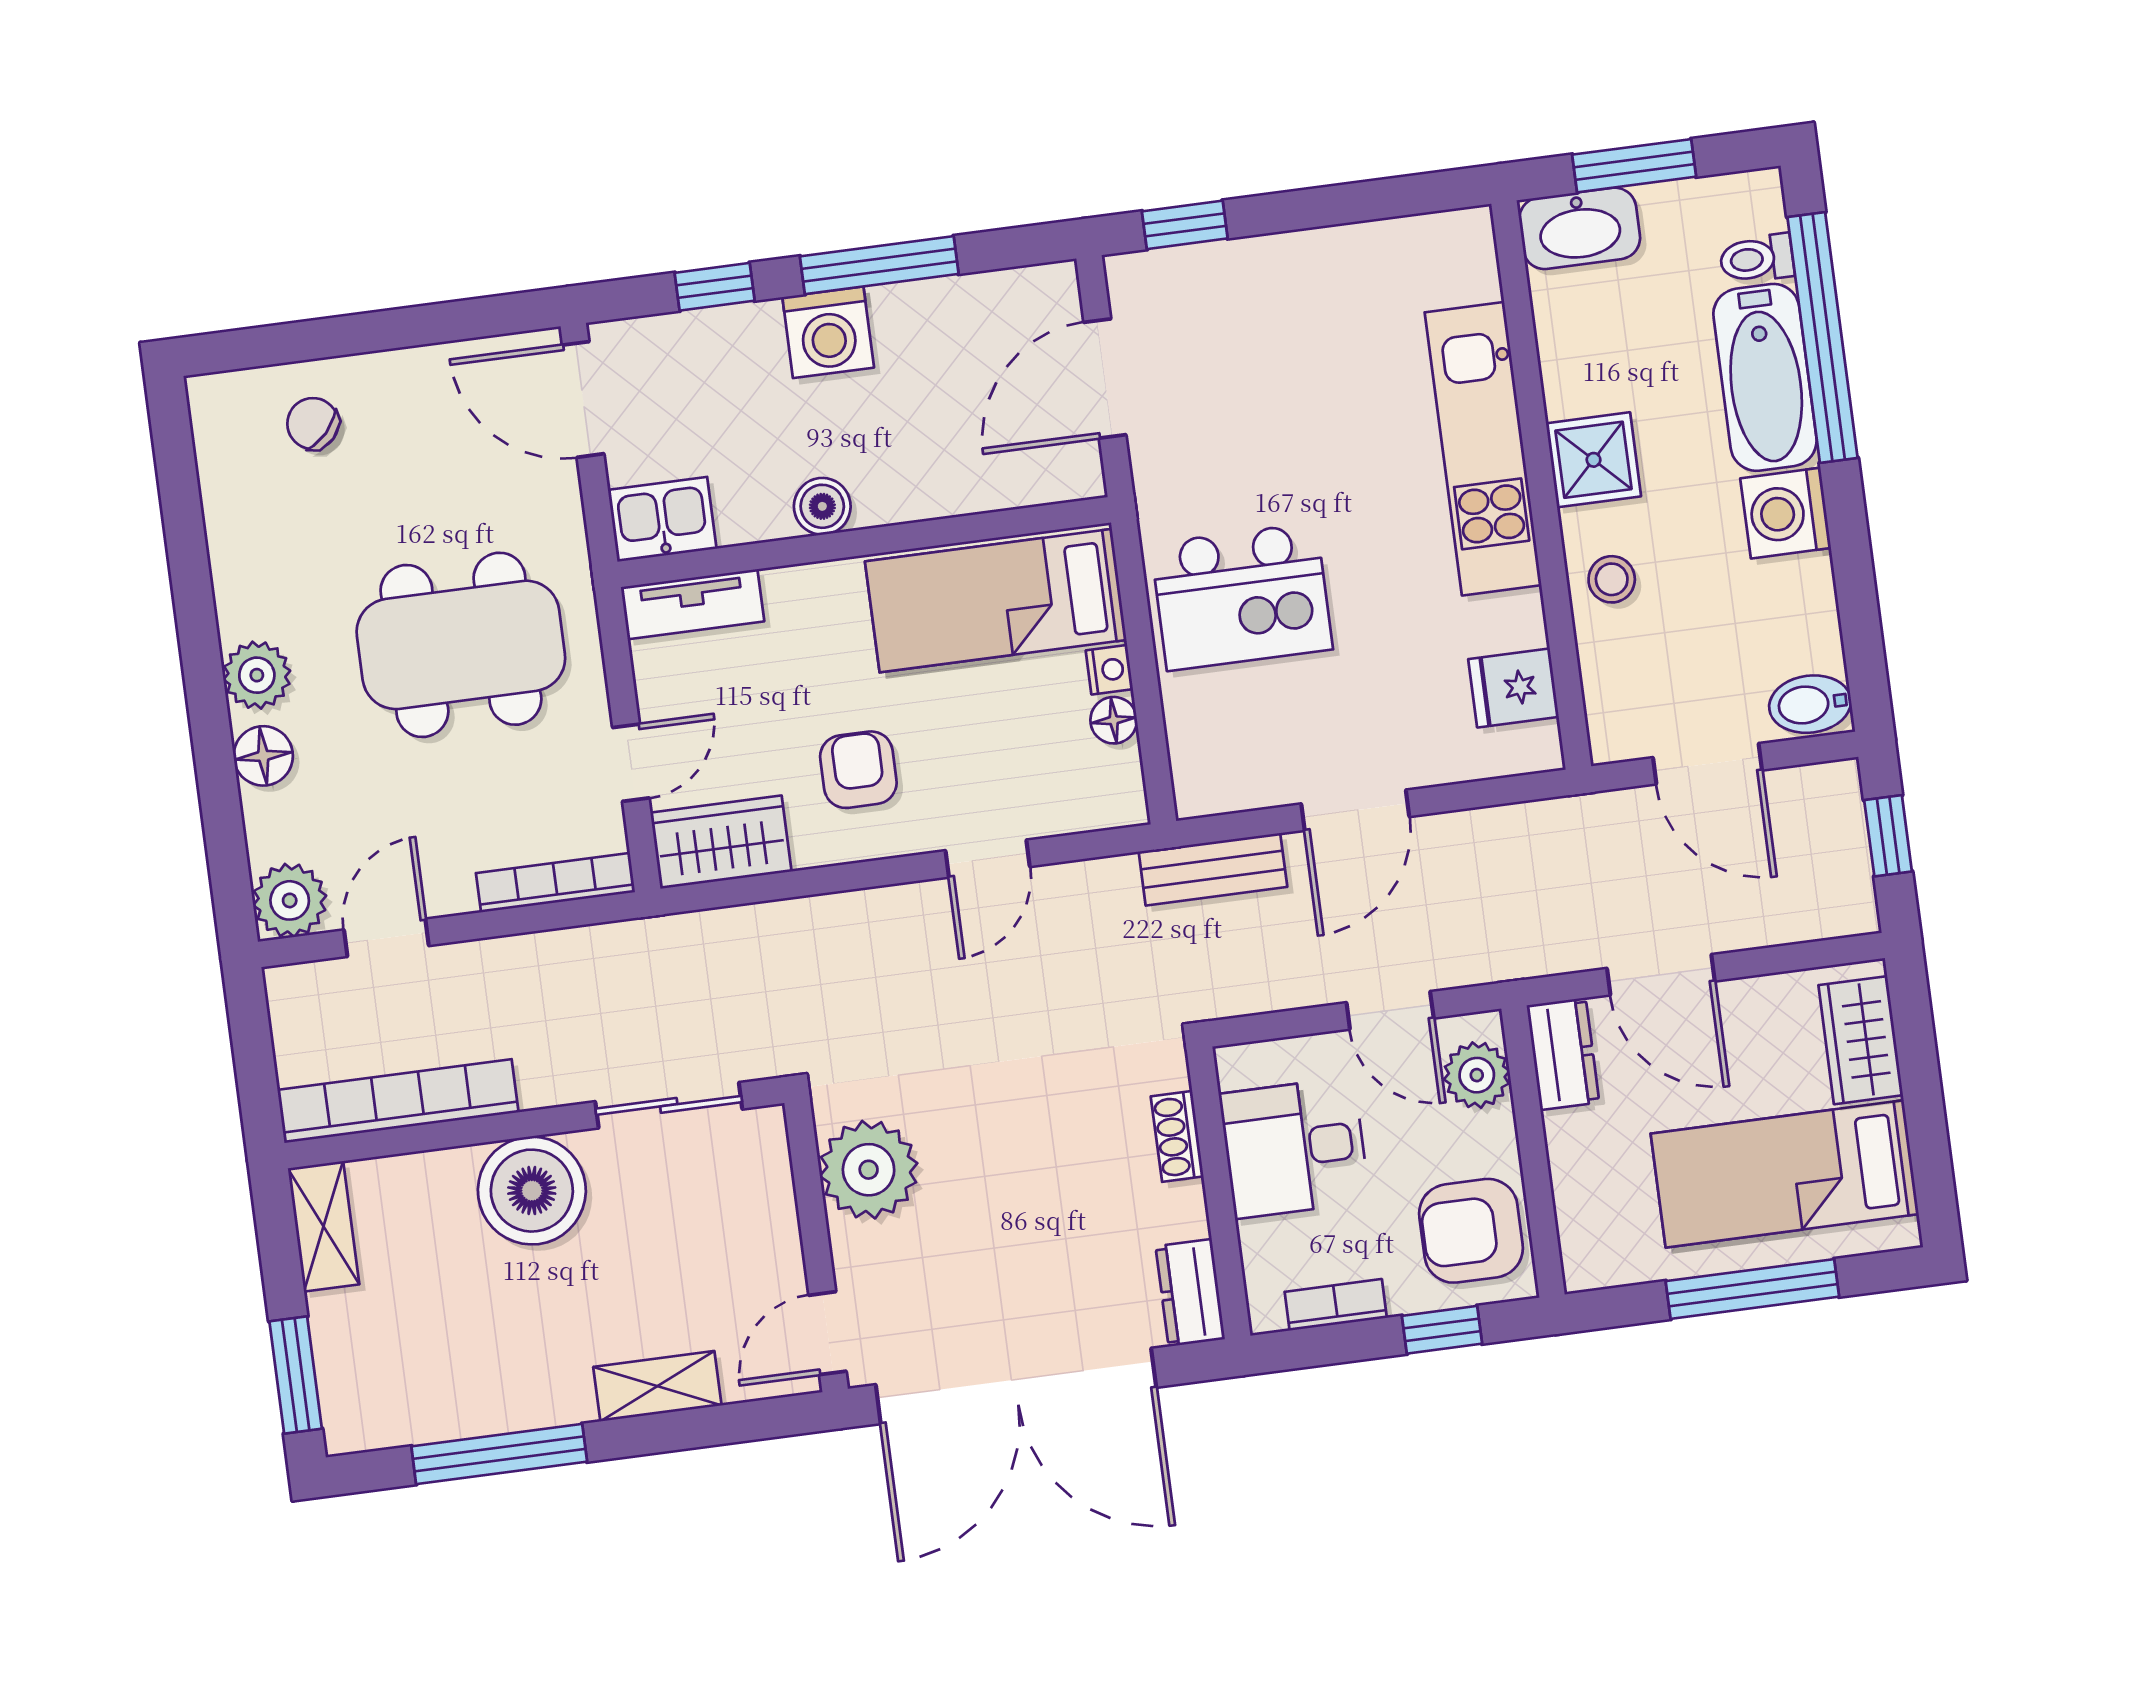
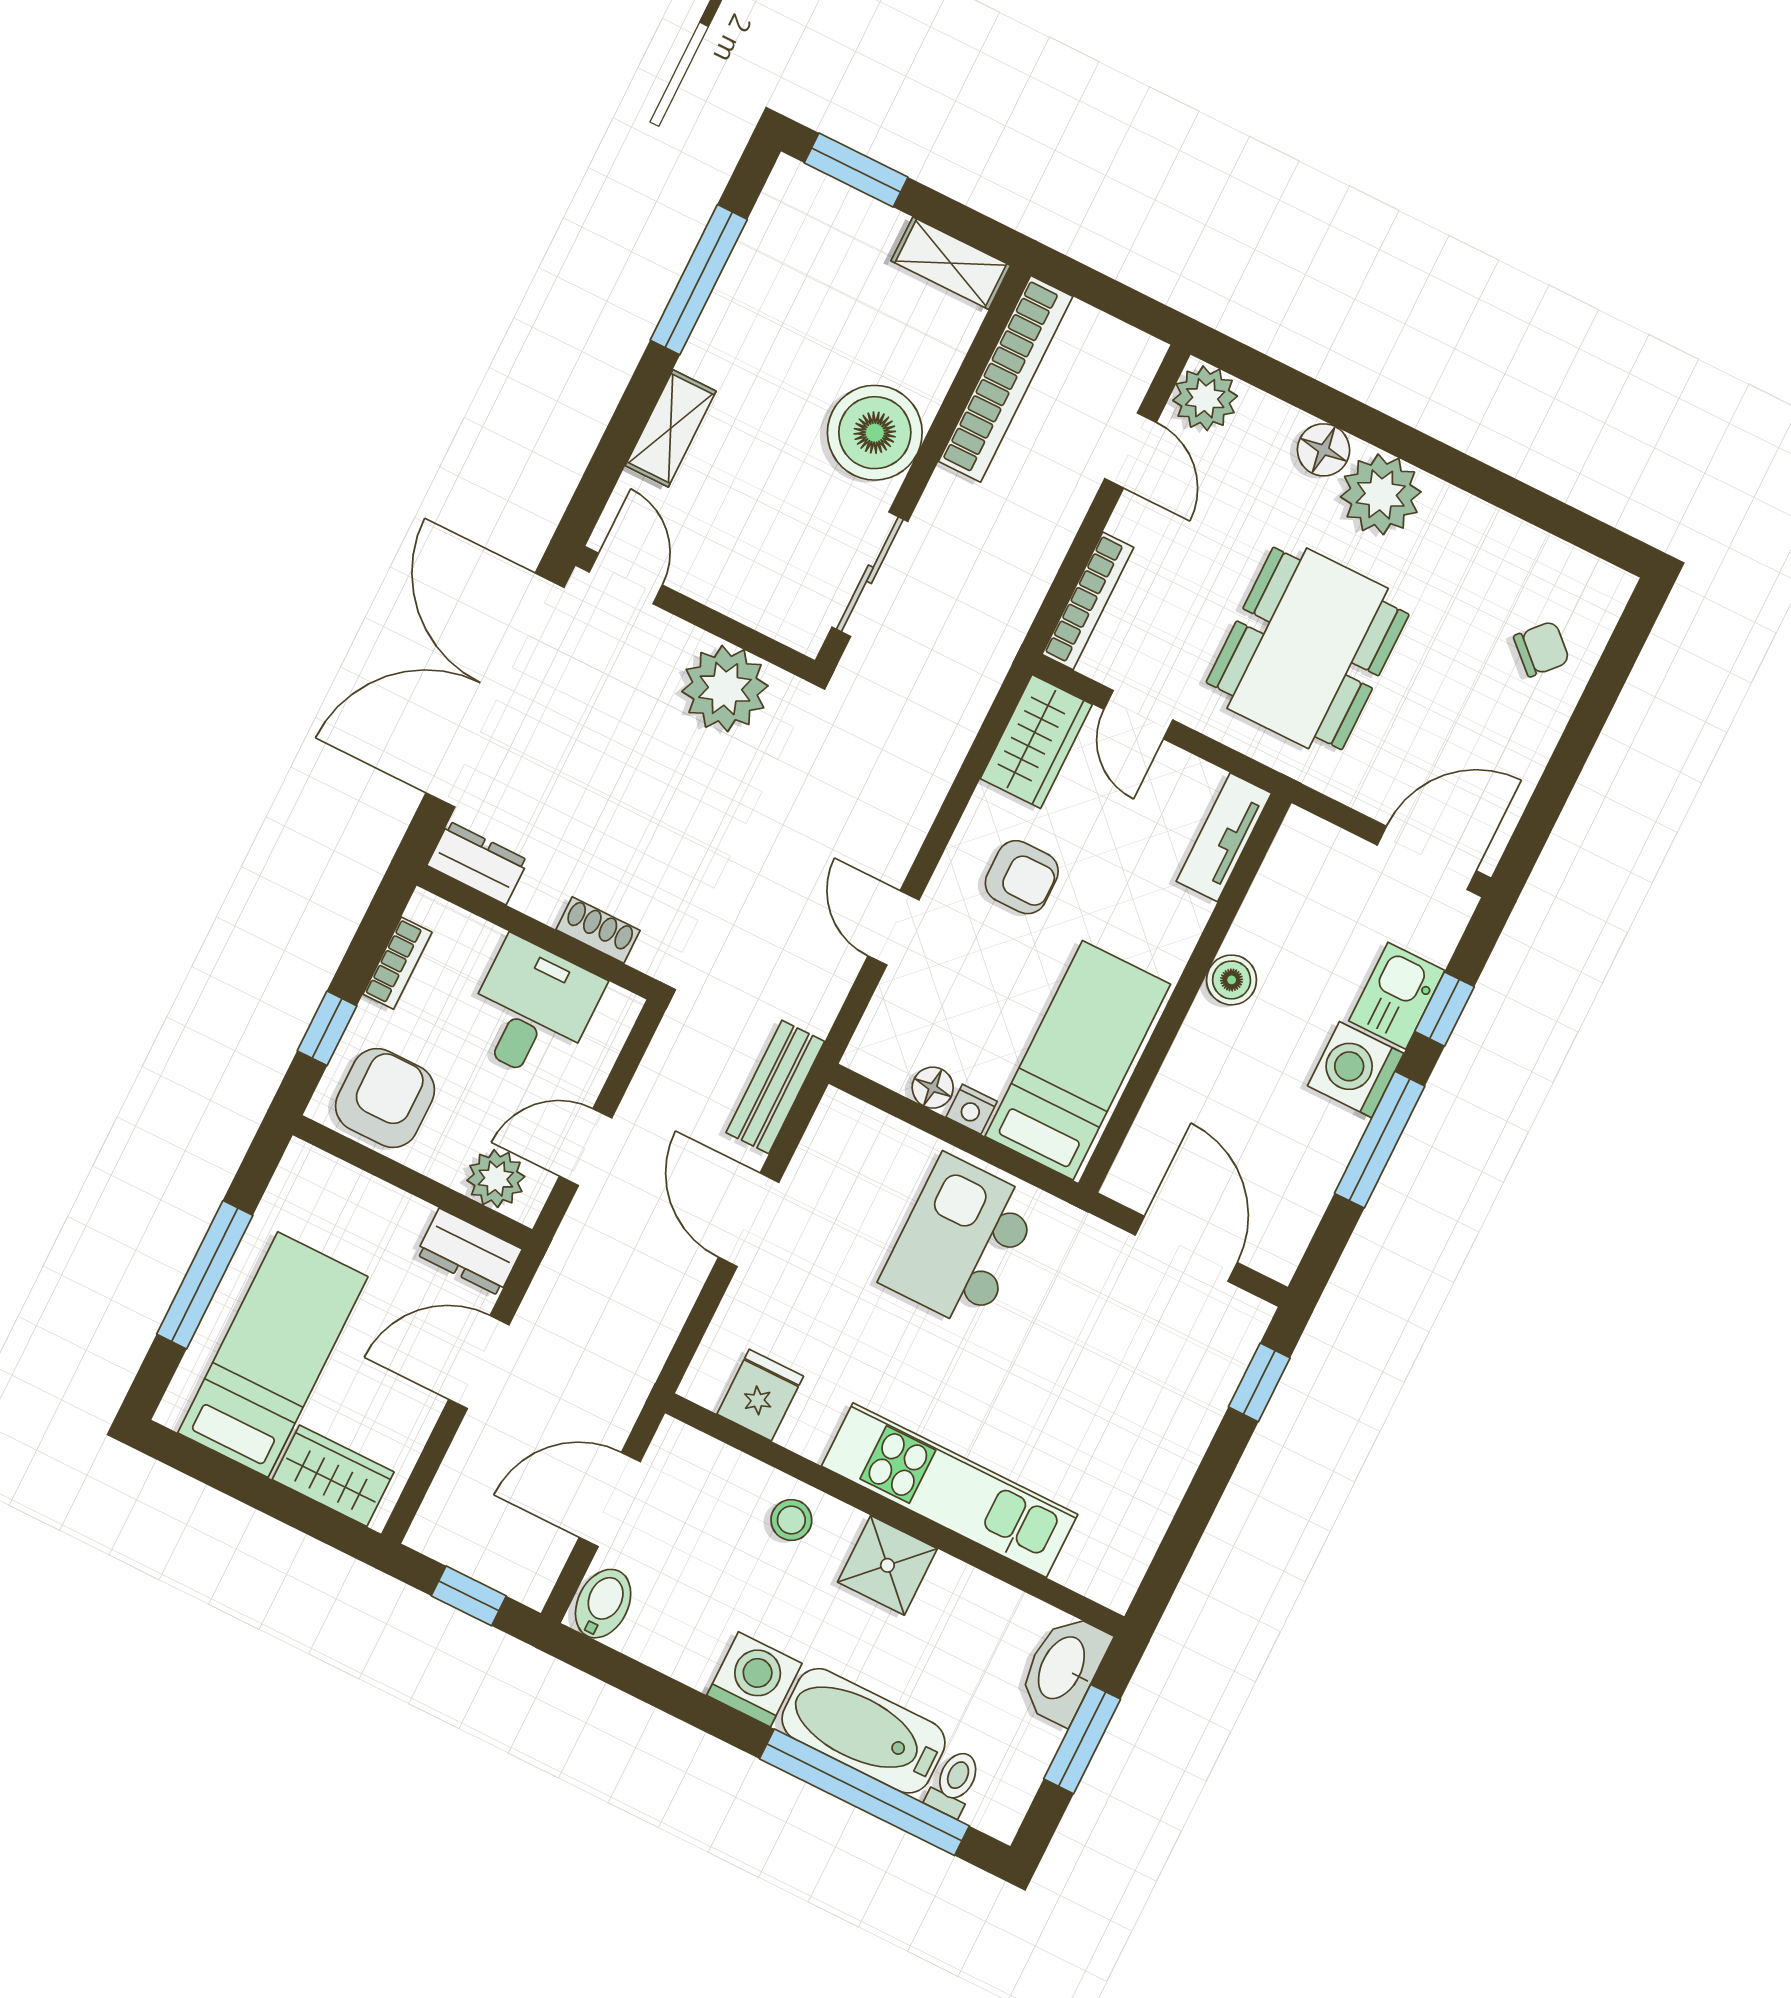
kitchen sink: (662, 519) -> (1397, 996), moved, turned 180
plant: (257, 675) -> (1381, 494), width x1.36, depth x1.36

